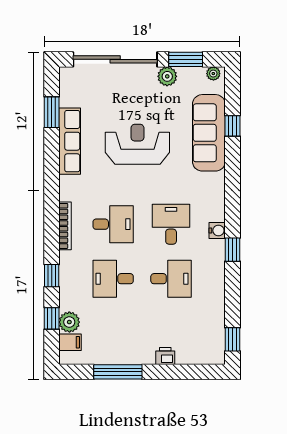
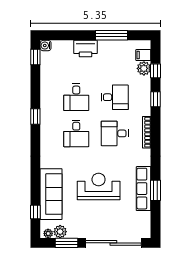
plant: (167, 76) -> (60, 232), moved
window: (52, 112) -> (156, 190), moved
window: (233, 126) -> (35, 212), moved
reception desk: (137, 144) -> (99, 186), turned 180
water cooler: (217, 230) -> (46, 46), moved
desk: (171, 279) -> (76, 97), turned -90
printer: (165, 356) -> (86, 49), width x1.87, depth x1.48

